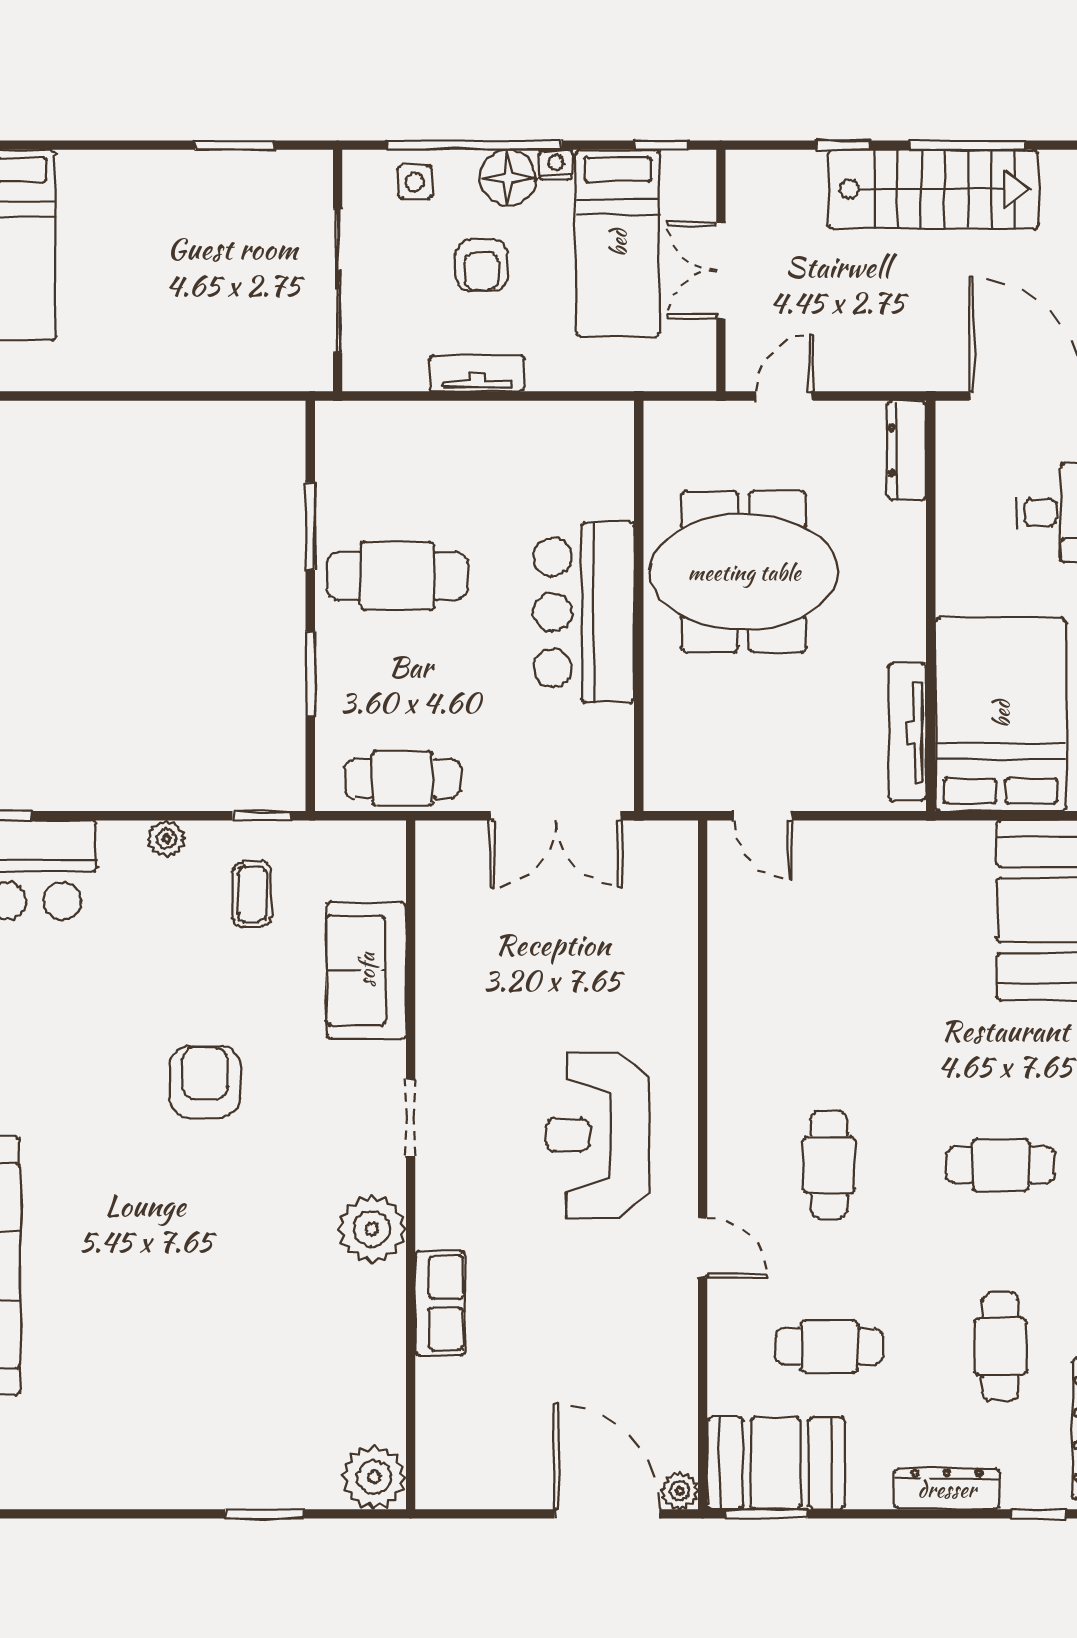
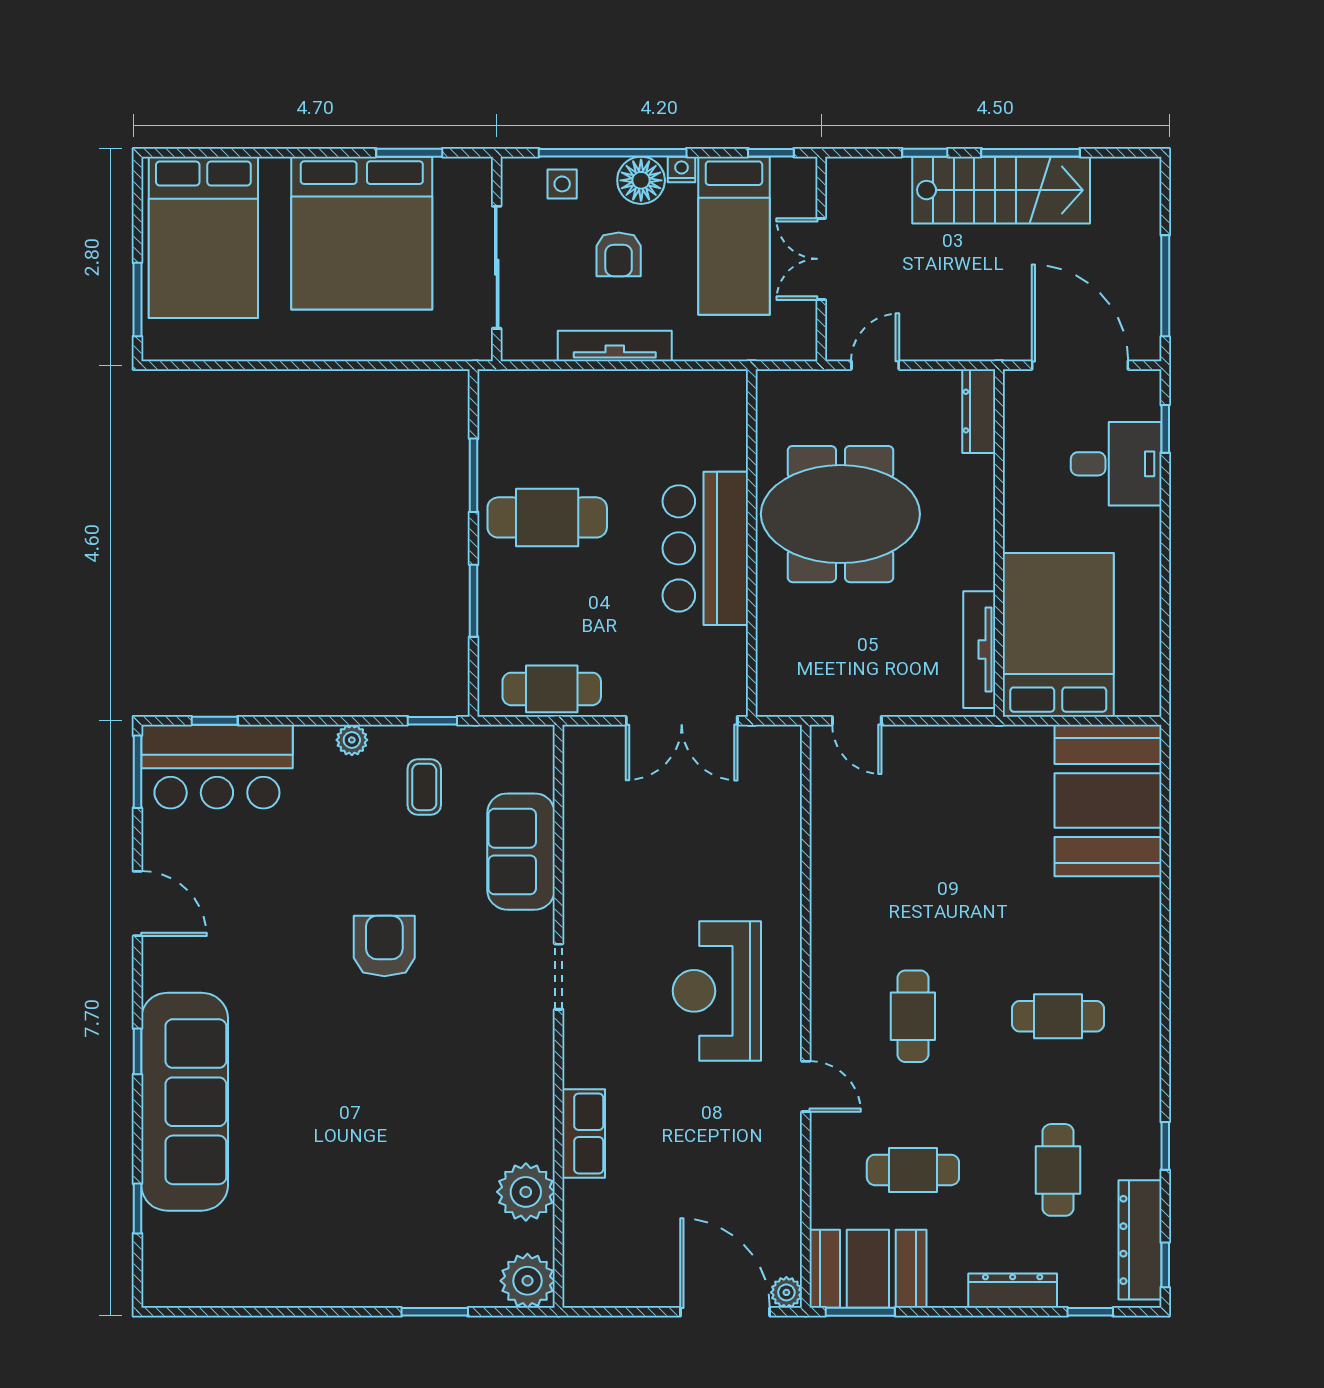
bed: (178, 240) -> (362, 233), added
tv unit: (477, 373) -> (615, 346), width x1.41
plant: (372, 1229) -> (526, 1192), moved

